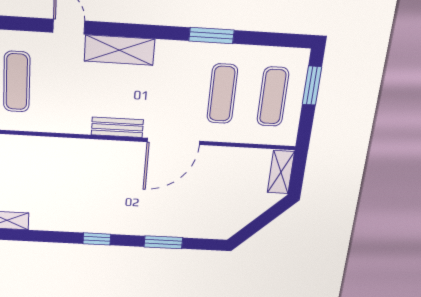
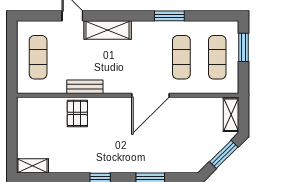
bench: (117, 127) -> (85, 87), moved
pallet: (70, 159) -> (77, 113), added
window: (264, 220) -> (224, 154), added

